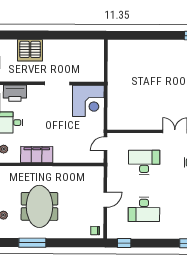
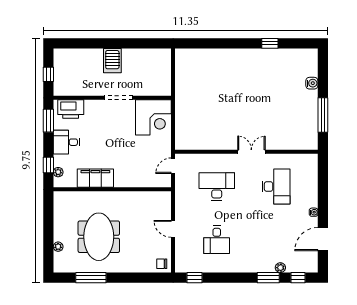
server rack: (30, 50) -> (112, 61), moved, width x0.62
door: (105, 200) -> (173, 229), swing flipped
desk: (144, 209) -> (217, 240), width x0.73

